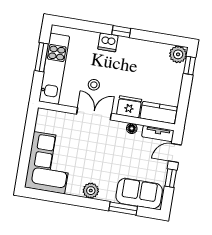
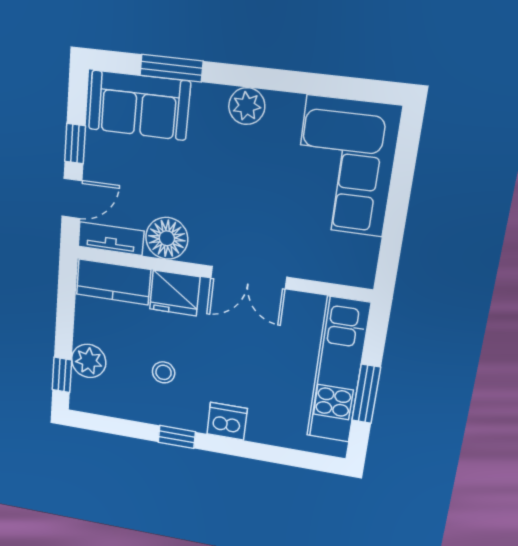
window: (121, 31) -> (177, 437), moved
plant: (178, 54) -> (89, 361), moved
stool: (94, 85) -> (164, 372), moved
floor lamp: (132, 128) -> (167, 238), width x1.89, depth x1.89

